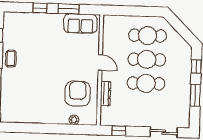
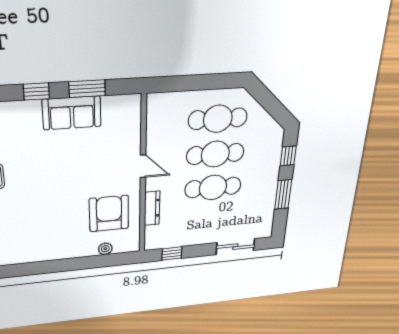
sofa: (80, 24) -> (72, 113), moved

